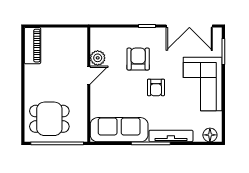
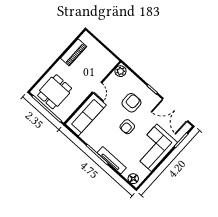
piano: (32, 46) -> (74, 52), moved
plant: (98, 58) -> (120, 71), moved
door: (89, 75) -> (97, 87), hinge flipped
dining table: (49, 119) -> (55, 92), turned 90
sofa: (119, 130) -> (86, 115), moved, turned 90

